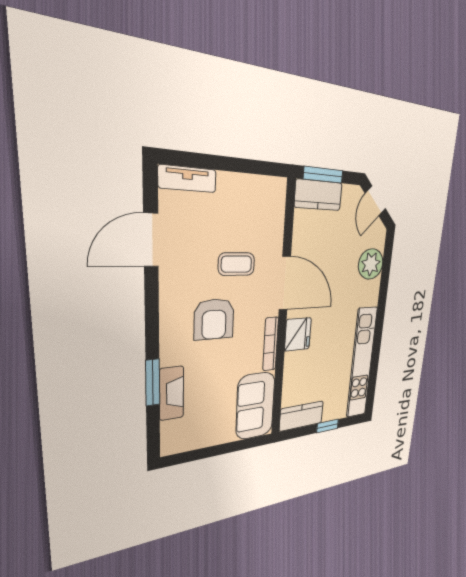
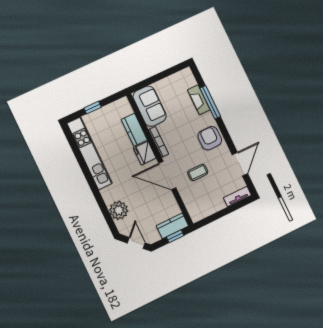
window: (323, 175) -> (175, 236), width x0.67
armchair: (214, 319) -> (210, 138), moved
window: (153, 383) -> (210, 102), width x1.44
kitchen counter: (301, 416) -> (134, 130), moved, turned 90

